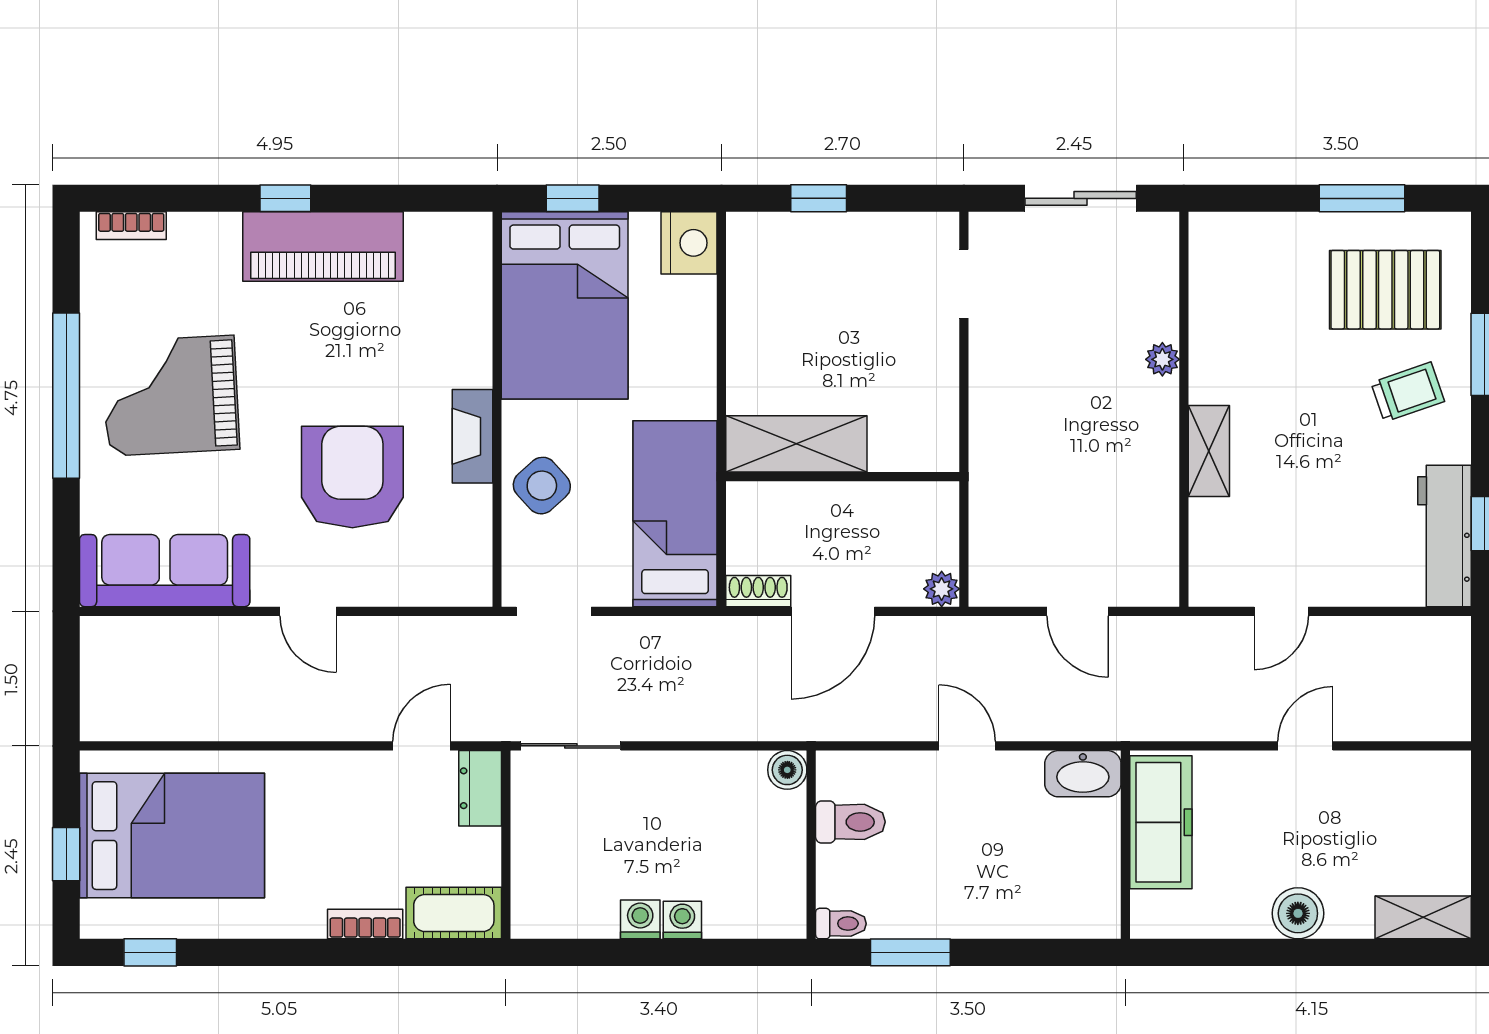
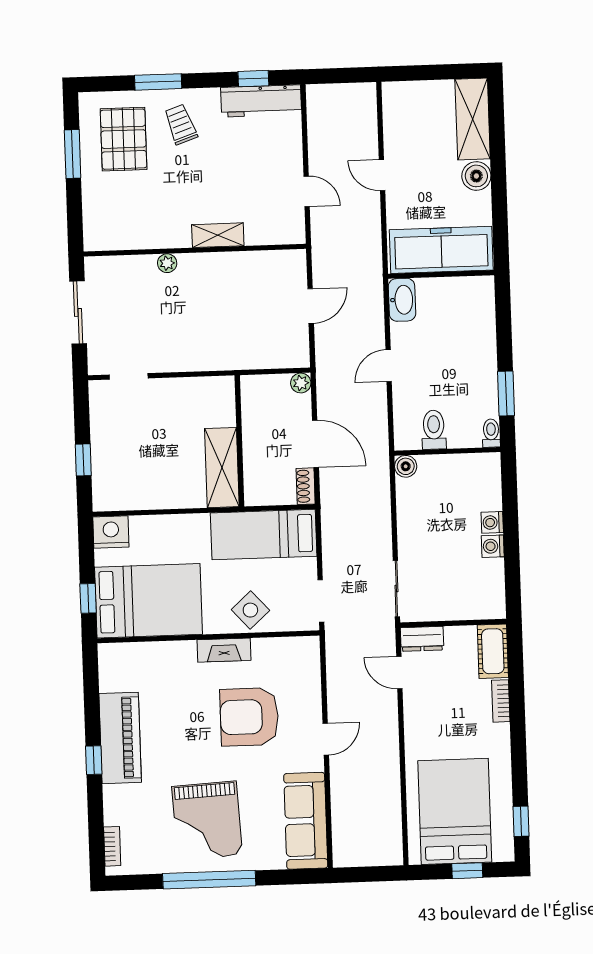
freezer: (1161, 822) -> (441, 250), width x1.36, depth x1.26
shelving: (1423, 917) -> (473, 119), width x1.50, depth x1.33

